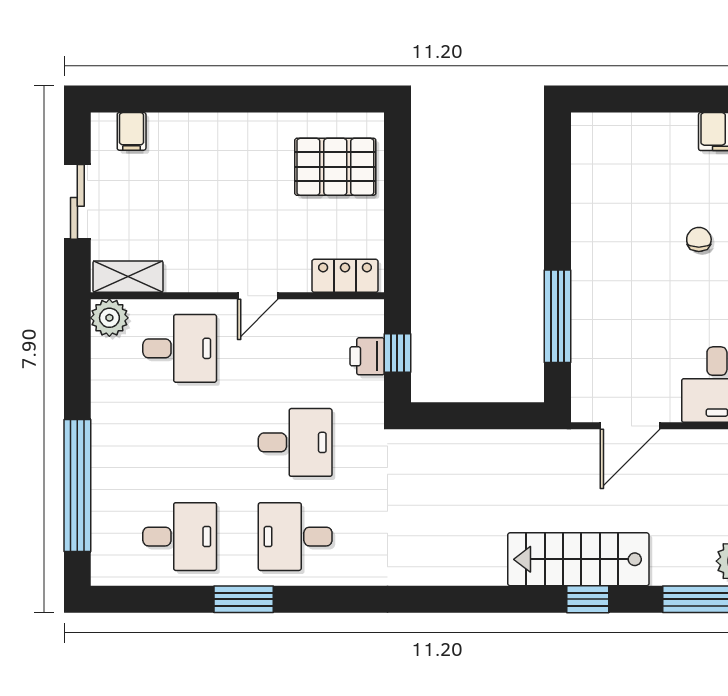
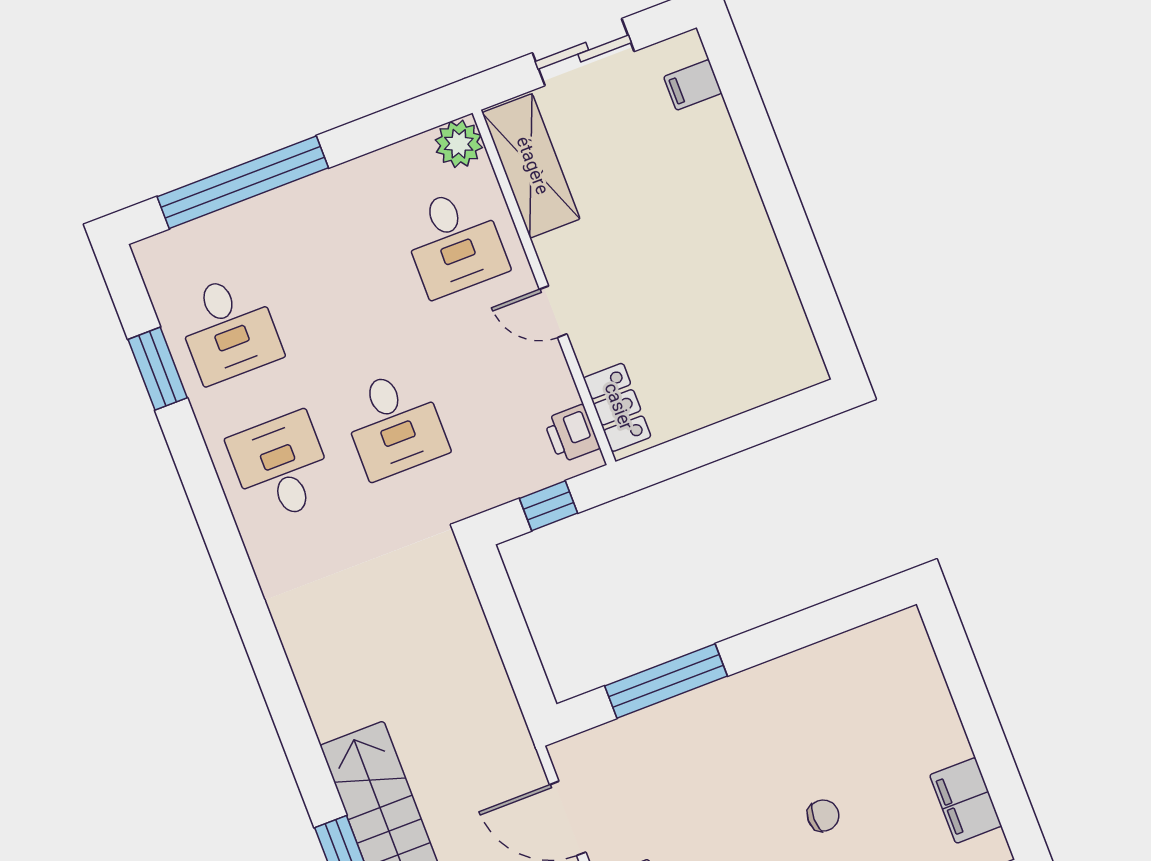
pallet: (335, 167) -> (744, 346), removed
shelving: (128, 277) -> (531, 166), width x1.50, depth x1.33
printer: (367, 356) -> (572, 434), moved, turned -90
window: (244, 599) -> (158, 369), moved

